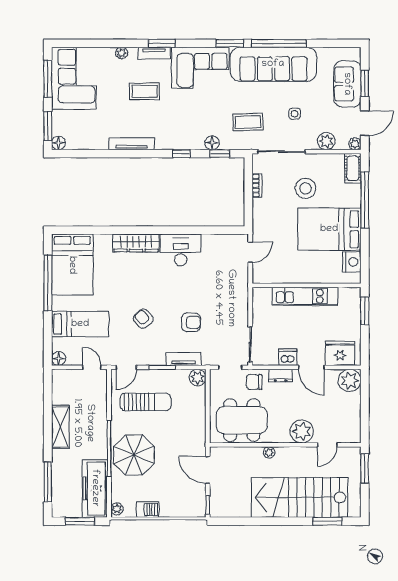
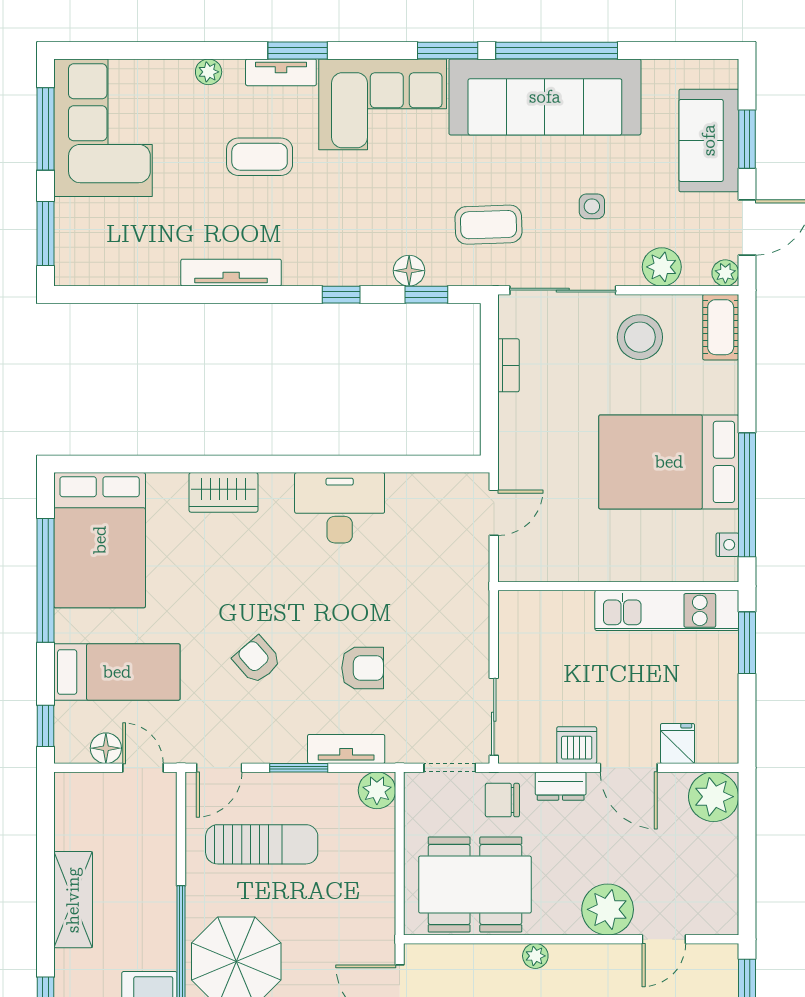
floor lamp: (58, 143) -> (69, 271), removed
stool: (306, 188) -> (640, 337), moved
window: (365, 200) -> (747, 495), moved
wardrobe: (136, 243) -> (223, 492), width x0.67
nightstand: (352, 262) -> (727, 545), width x0.53, depth x0.56
kitchen unit: (305, 296) -> (667, 610), moved
window: (48, 348) -> (46, 726), added
fridge: (340, 353) -> (678, 744), width x0.53, depth x0.75
floor lamp: (59, 359) -> (106, 748), moved

